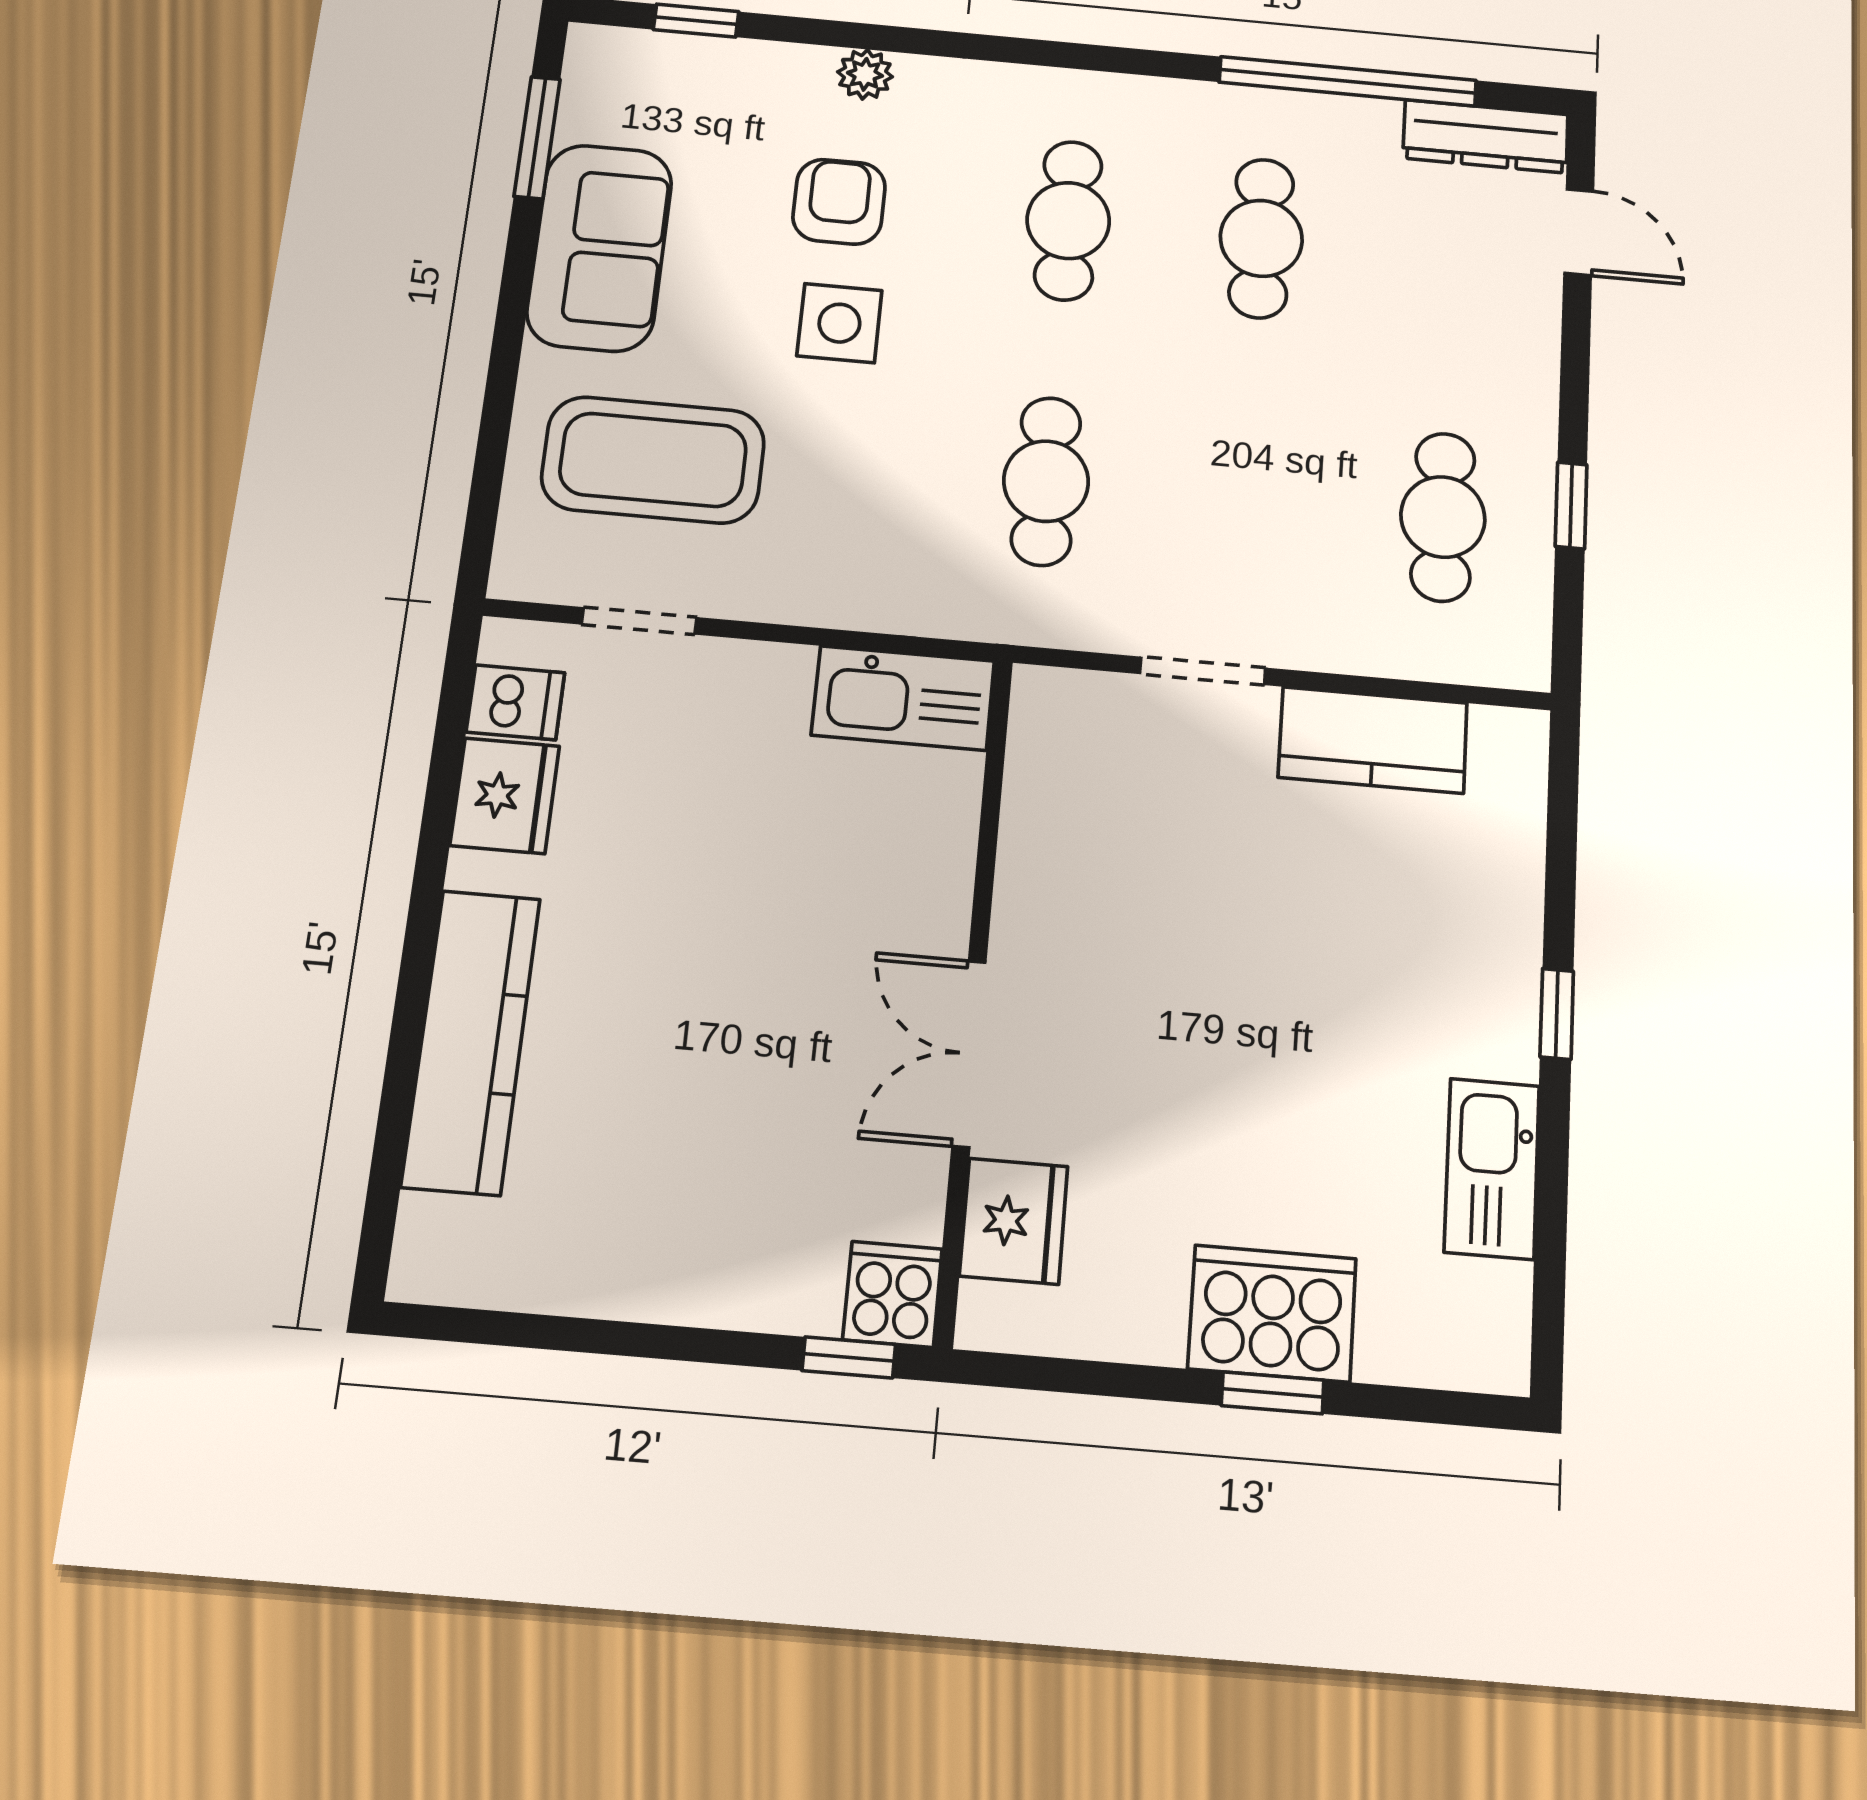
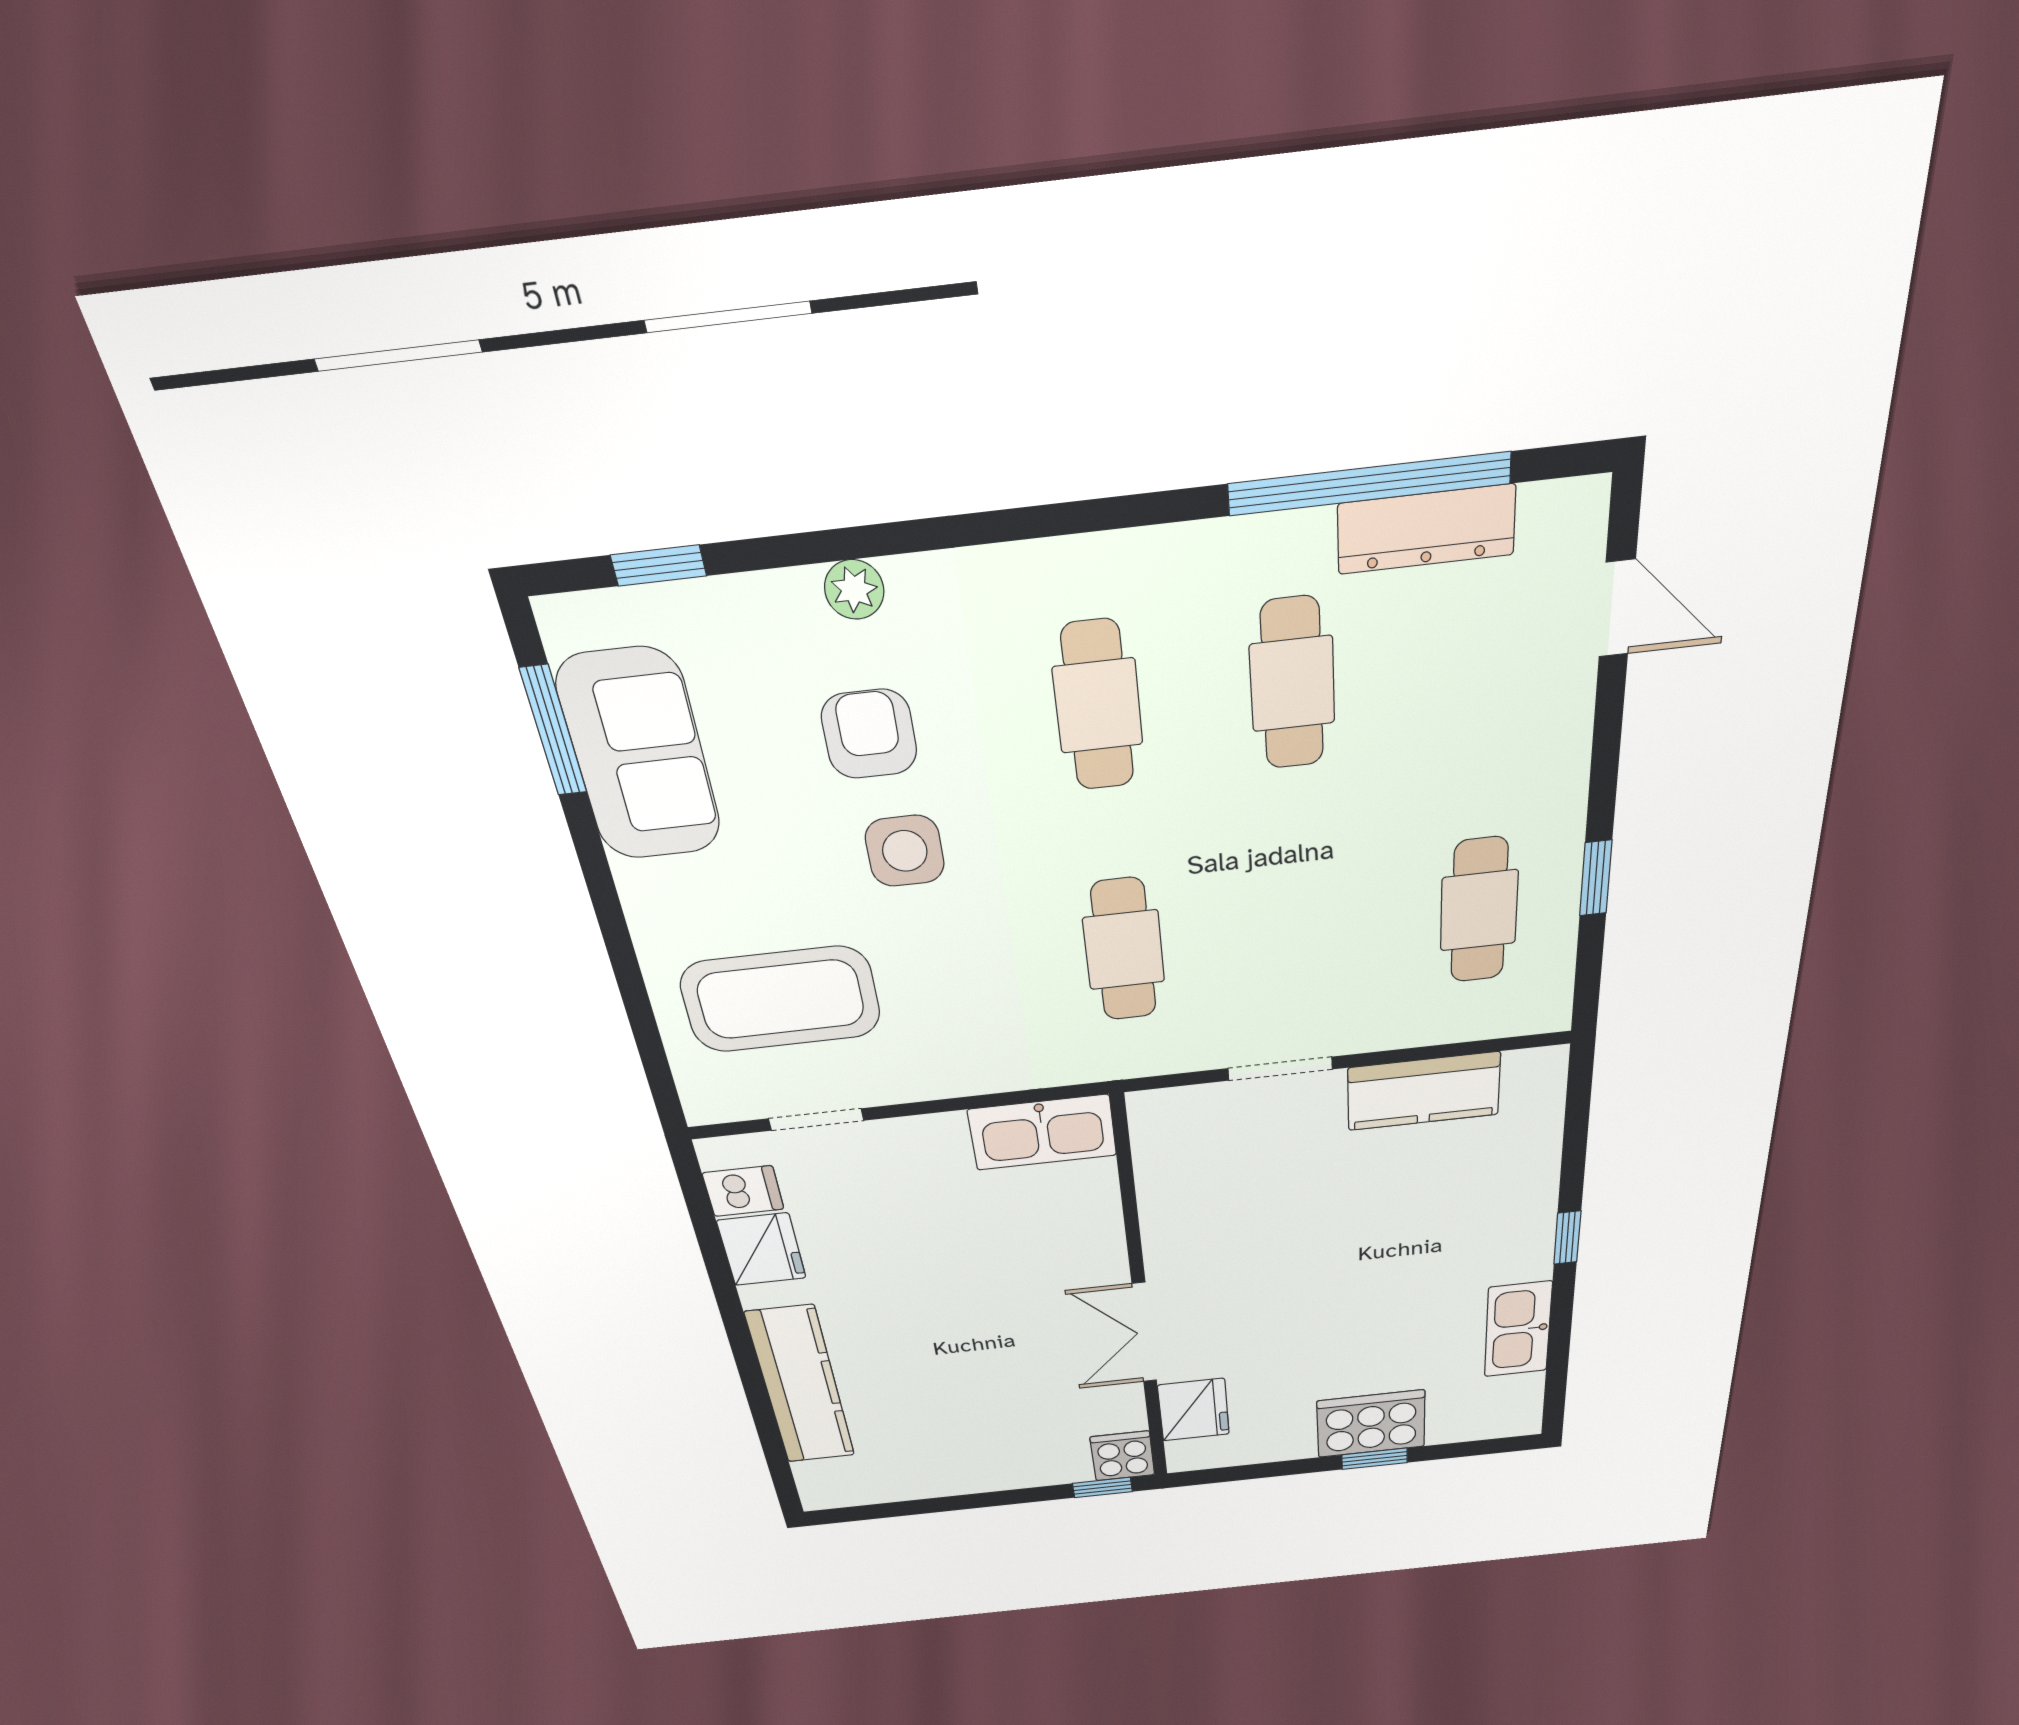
dresser: (1486, 136) -> (1426, 529), moved
sofa: (600, 248) -> (640, 756), moved

